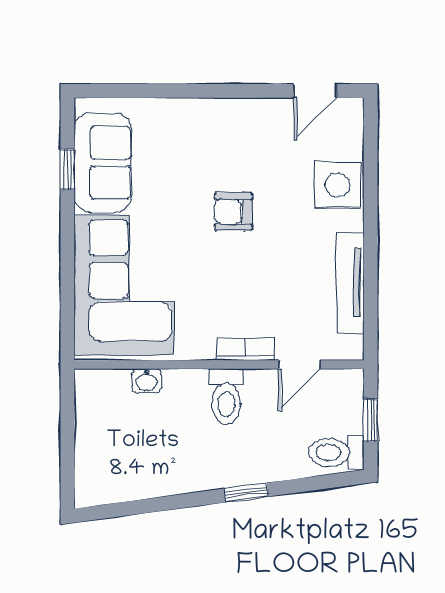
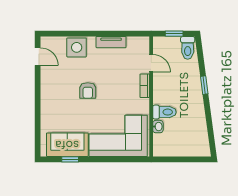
tv unit: (350, 283) -> (111, 42), width x0.71
toilet: (226, 396) -> (164, 112), moved

